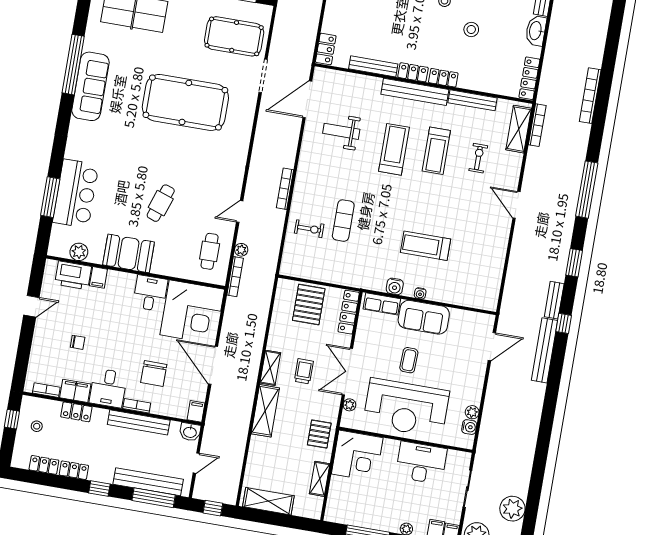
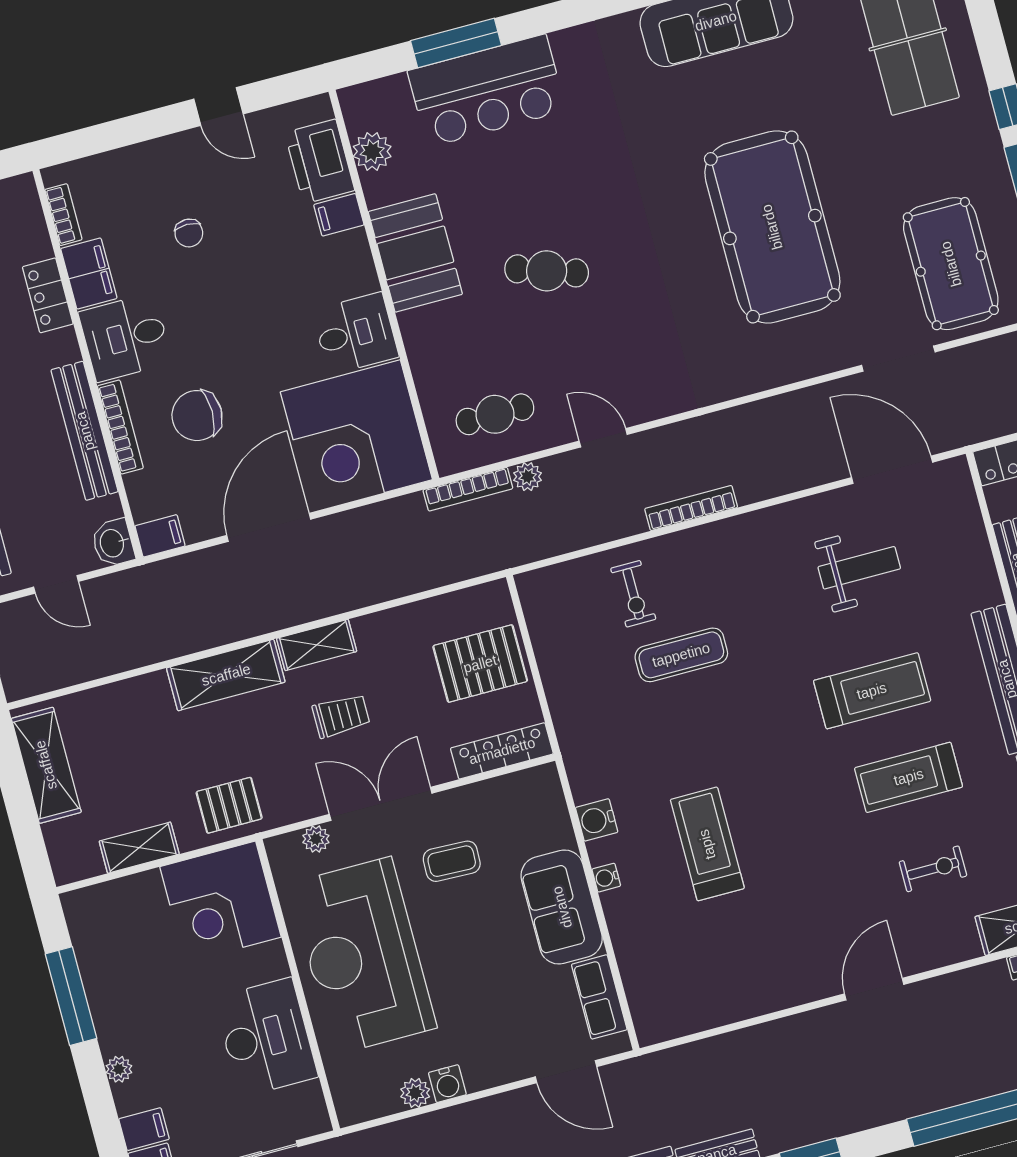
weight bench: (341, 131) -> (859, 568), turned 90
row of seats: (382, 304) -> (599, 997), moved
coffee table: (409, 360) -> (452, 861), moved
bookcase: (137, 406) -> (120, 427), width x1.56
water cooler: (469, 427) -> (447, 1084), moved

